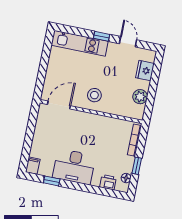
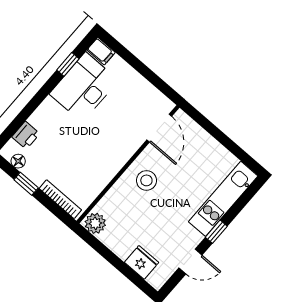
plant: (140, 97) -> (95, 223), moved
desk: (74, 167) -> (84, 87), moved

